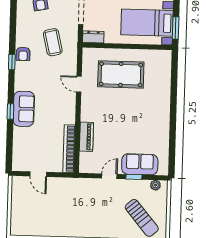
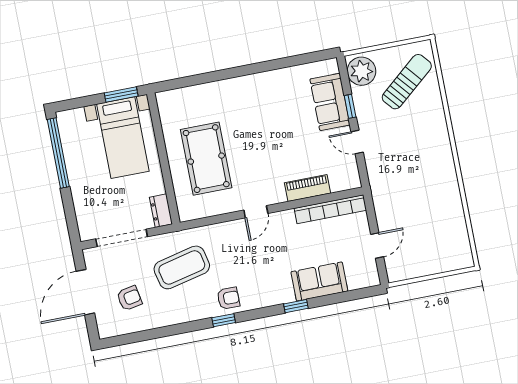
coffee table: (53, 42) -> (182, 267), width x1.36, depth x1.32
armchair: (23, 54) -> (228, 298), moved
door: (79, 84) -> (256, 212), moved
sofa: (24, 109) -> (319, 281), moved
plant: (155, 185) -> (362, 71), width x1.88, depth x1.88

